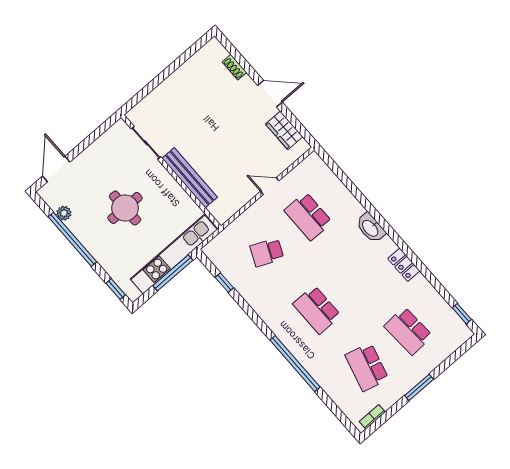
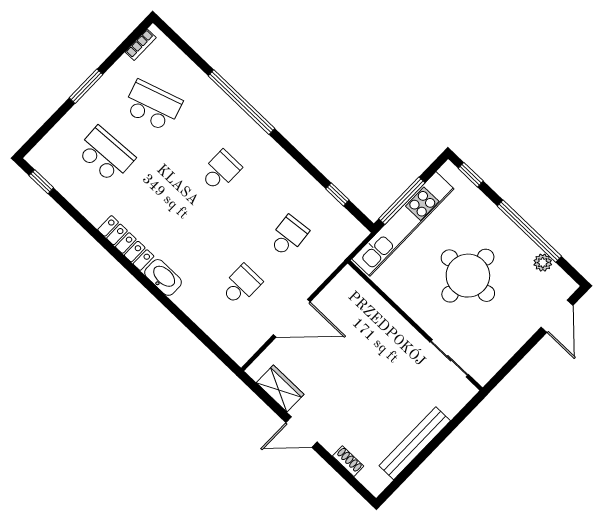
bench: (190, 178) -> (415, 443), moved, turned 90
door: (270, 186) -> (292, 318), width x1.87
round table: (125, 208) -> (468, 276), width x1.36, depth x1.36
school desk: (308, 216) -> (241, 285), width x0.54
school desk: (267, 252) -> (288, 236), turned -30
locker: (404, 265) -> (126, 243), width x1.53
school desk: (317, 310) -> (220, 171), width x0.54
school desk: (367, 367) -> (153, 106), turned -33

